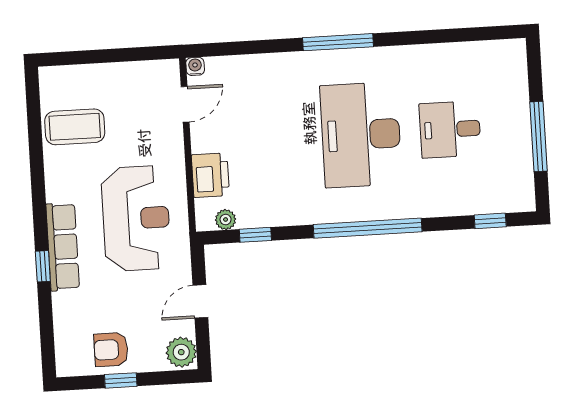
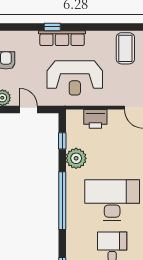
plant: (226, 220) -> (76, 158), moved, width x1.87, depth x1.87

